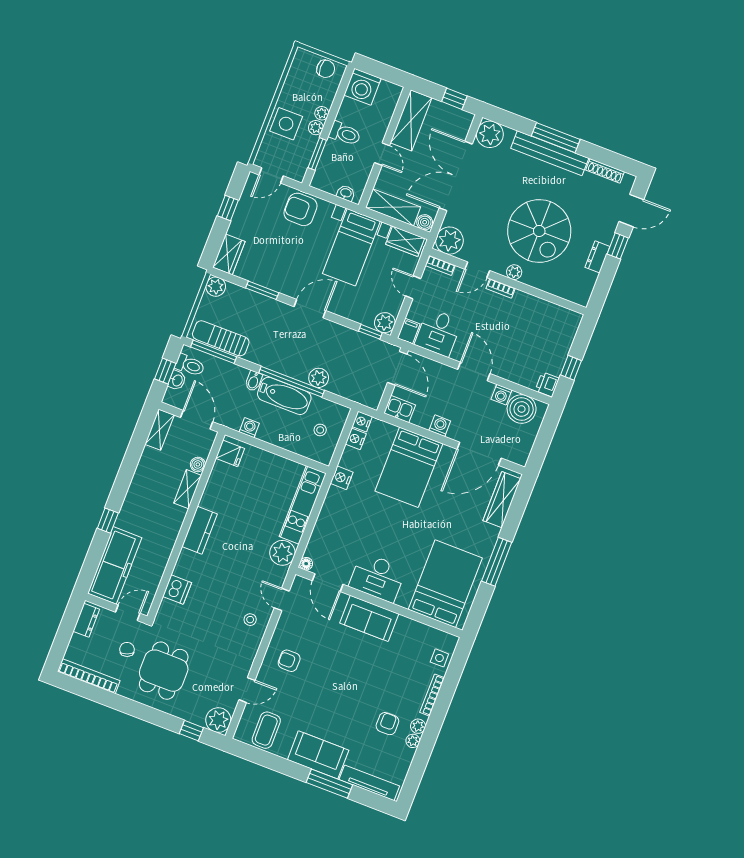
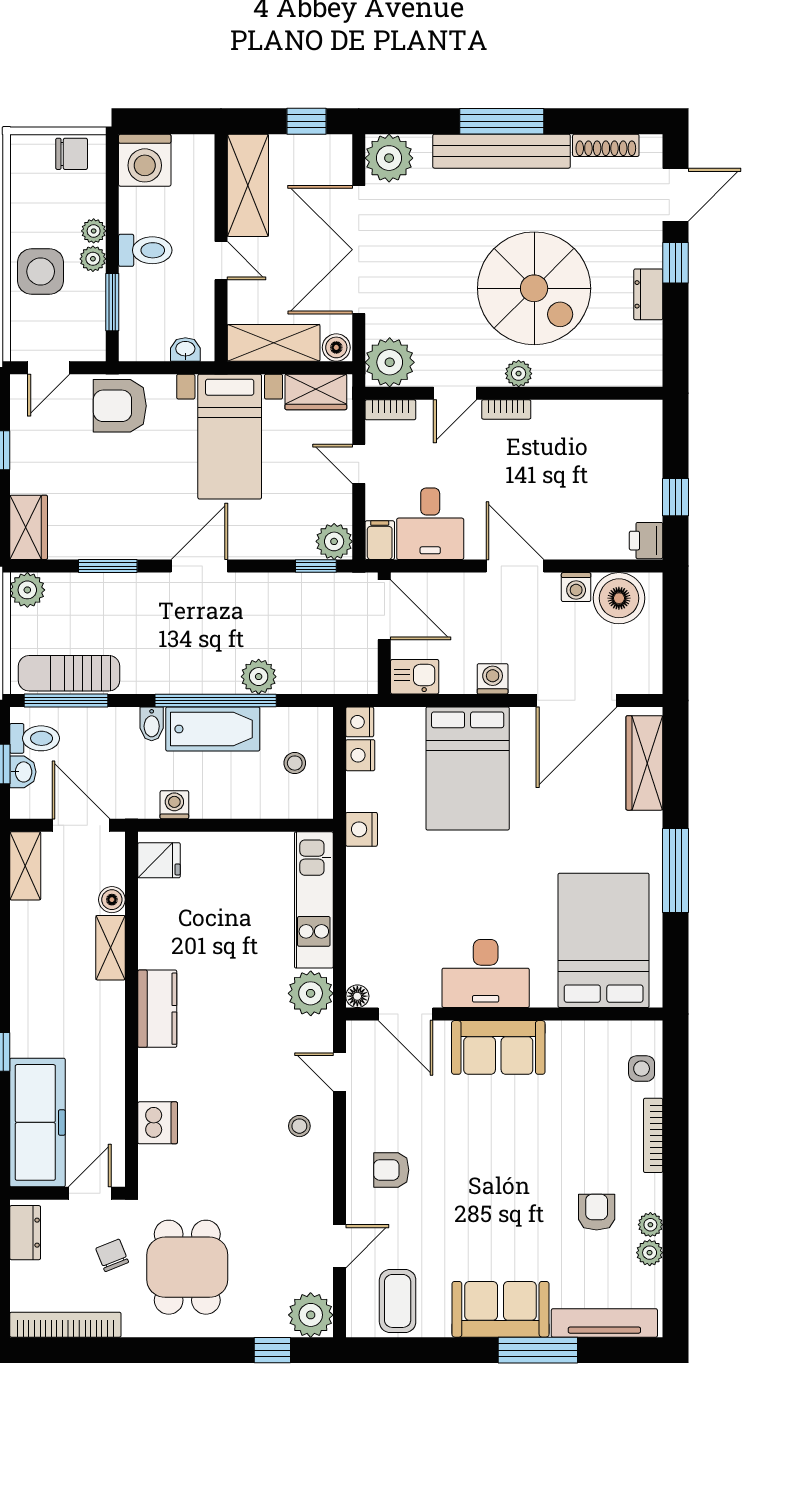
plant: (418, 726) -> (650, 1253), moved

